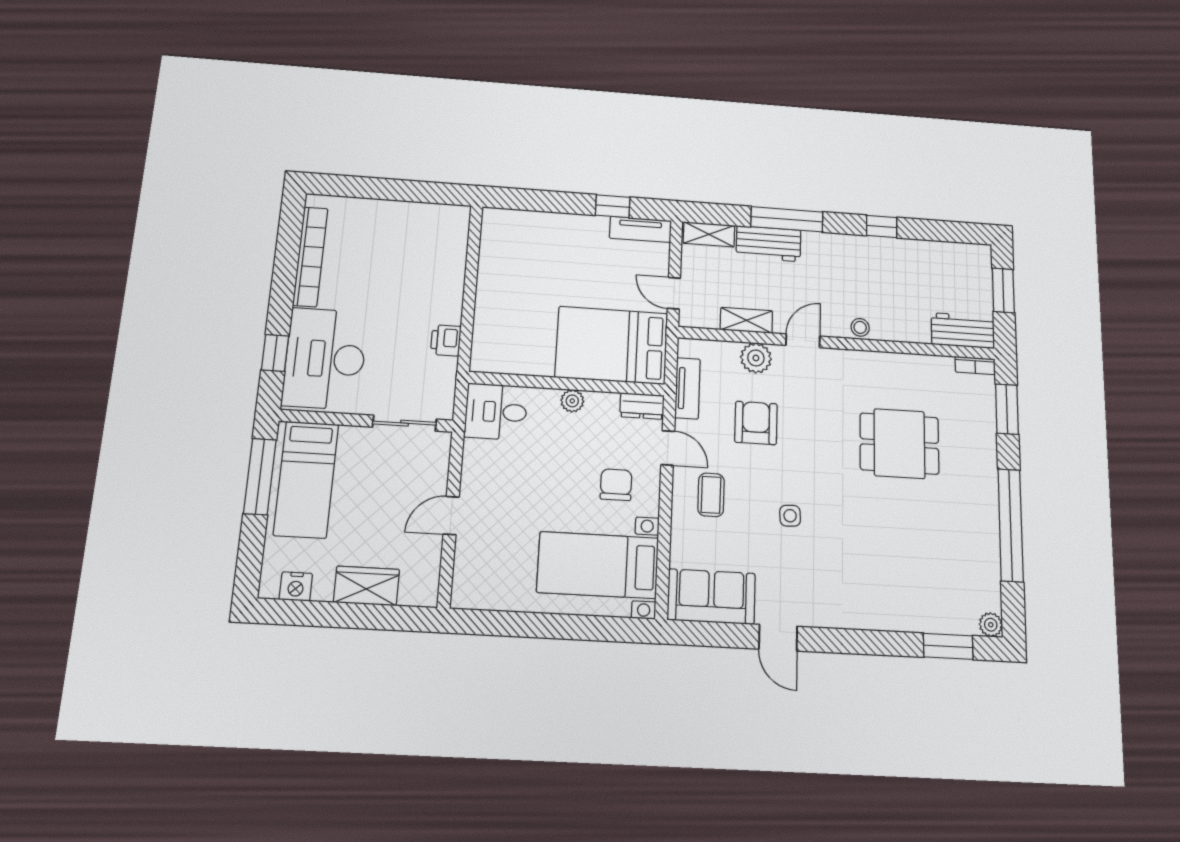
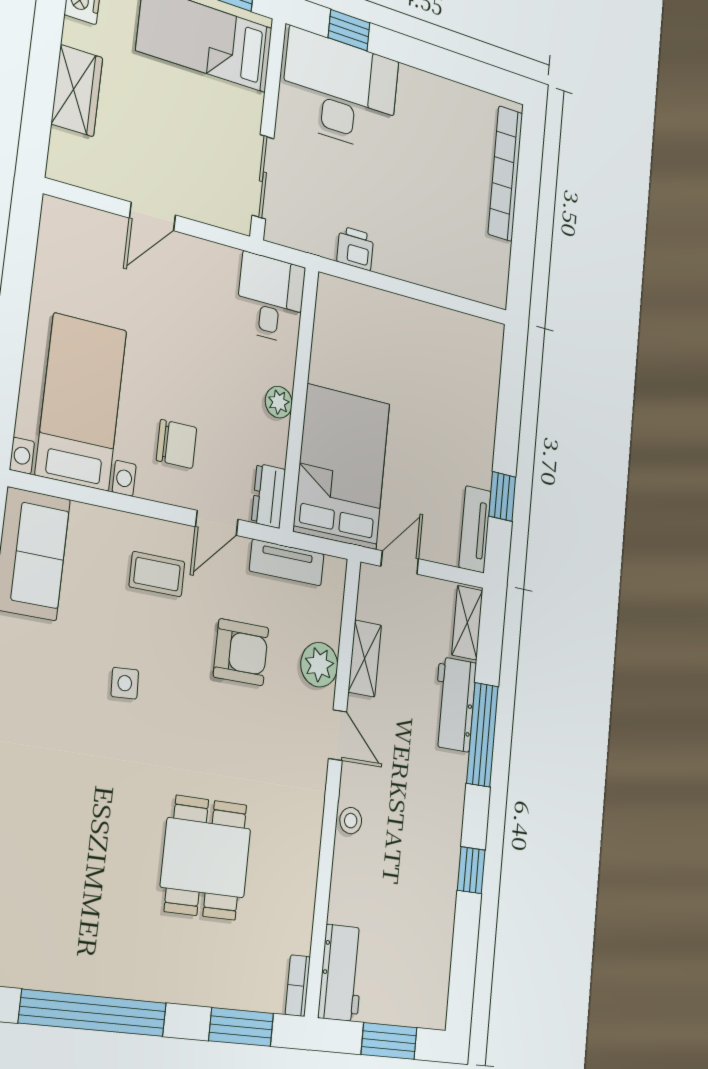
bookcase: (310, 257) -> (505, 173), moved, turned 90
door: (451, 516) -> (153, 216), swing flipped

